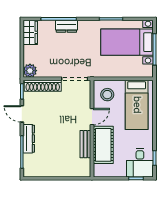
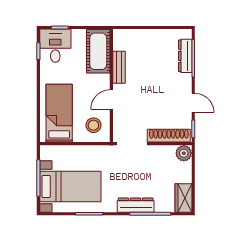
dresser: (66, 26) -> (136, 205), width x1.44
dresser: (29, 139) -> (185, 56), moved
cot: (103, 145) -> (98, 51), moved

